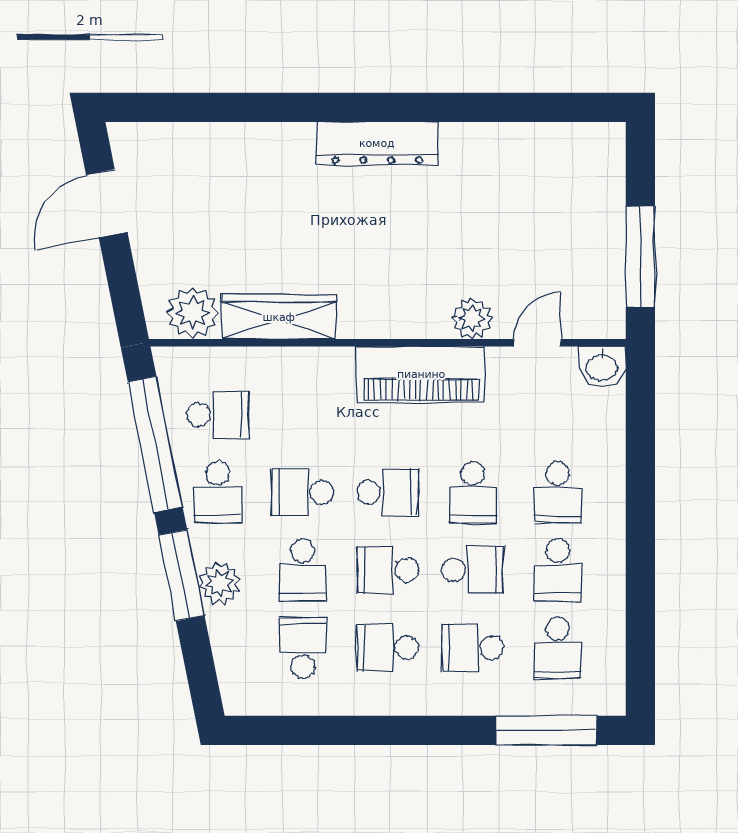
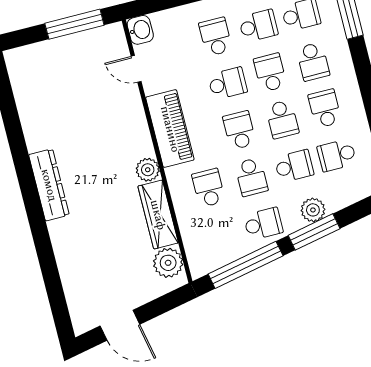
plant: (472, 318) -> (148, 170), moved
school desk: (218, 415) -> (209, 188), moved
school desk: (558, 492) -> (216, 37), turned -90
school desk: (388, 648) -> (325, 108), turned 180

